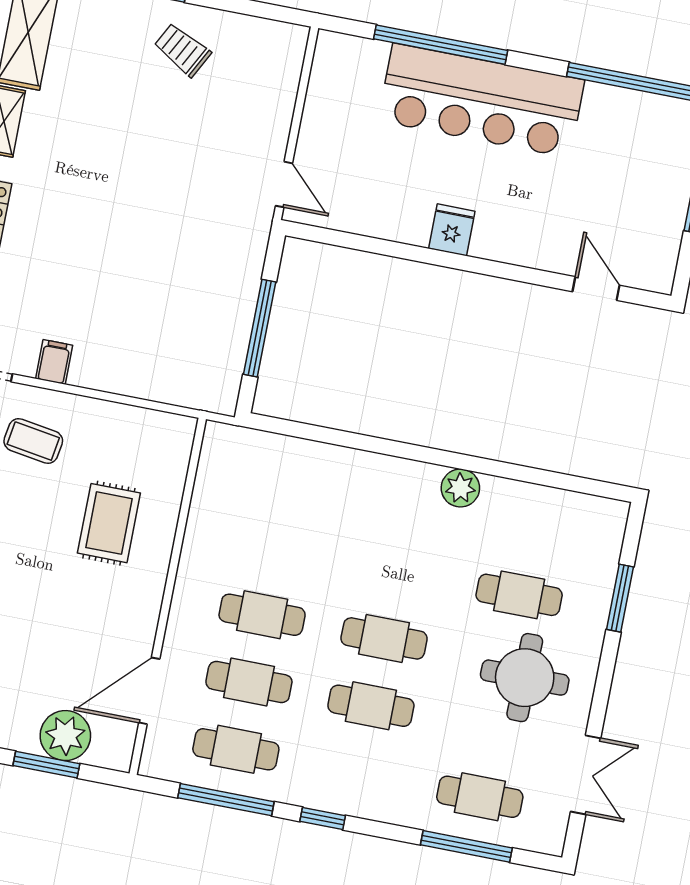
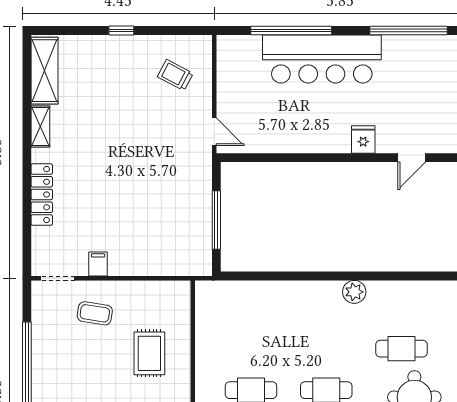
trolley: (182, 50) -> (175, 75), moved
fridge: (452, 230) -> (363, 139), moved
door: (596, 289) -> (412, 158), swing flipped

